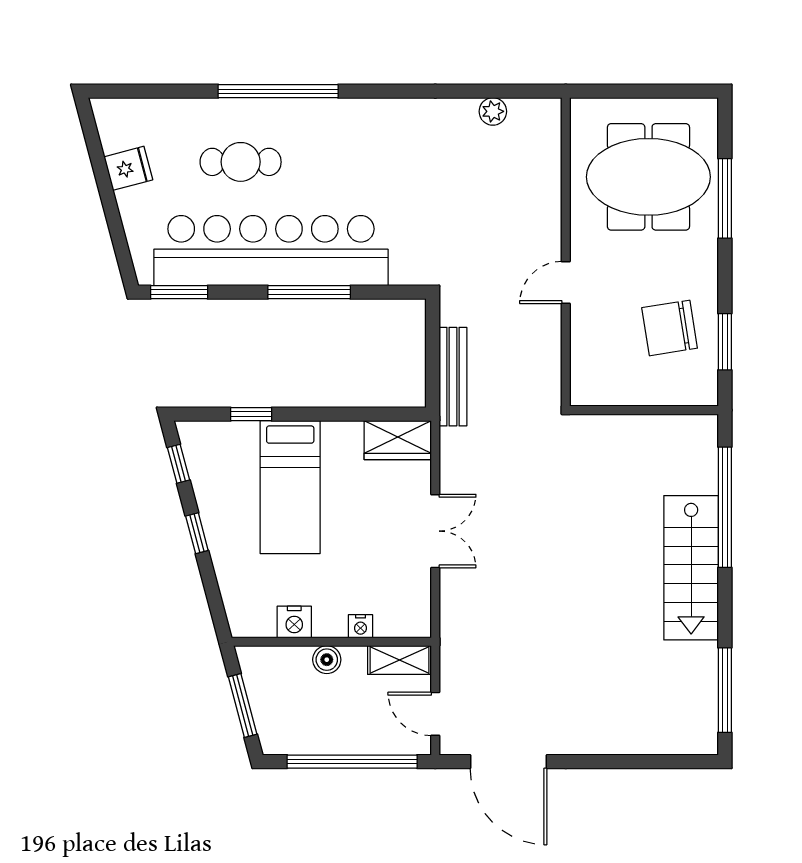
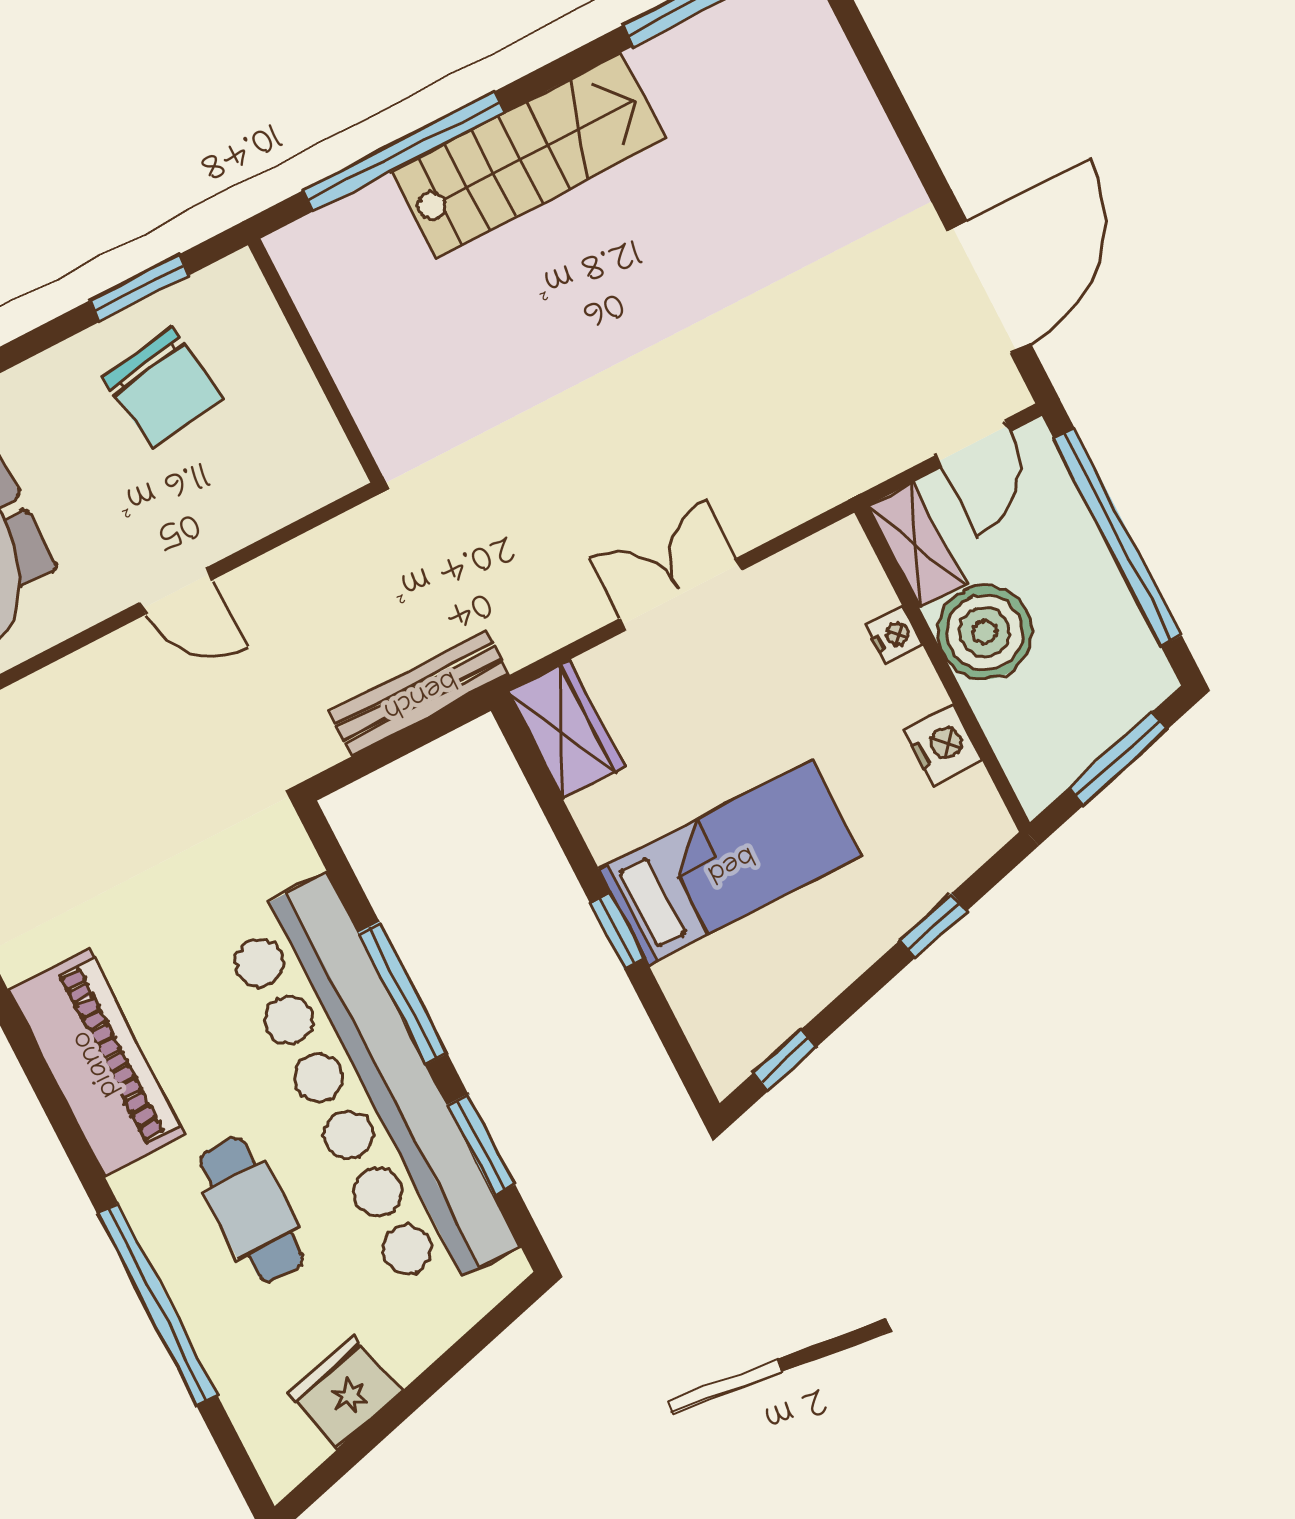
window: (278, 91) -> (157, 1304), moved
piano: (353, 123) -> (97, 1063), added
fridge: (128, 168) -> (345, 1392), width x1.38
window: (179, 292) -> (481, 1145), moved
window: (251, 414) -> (618, 931), moved
window: (197, 533) -> (933, 925), moved
boiler: (327, 660) -> (985, 632), width x1.86, depth x1.86

